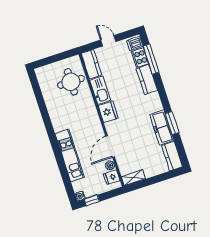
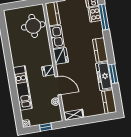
kitchen counter: (147, 80) -> (100, 50), moved
door: (110, 147) -> (58, 86), swing flipped
fridge: (112, 177) -> (48, 71), moved
window: (92, 200) -> (46, 127), moved

